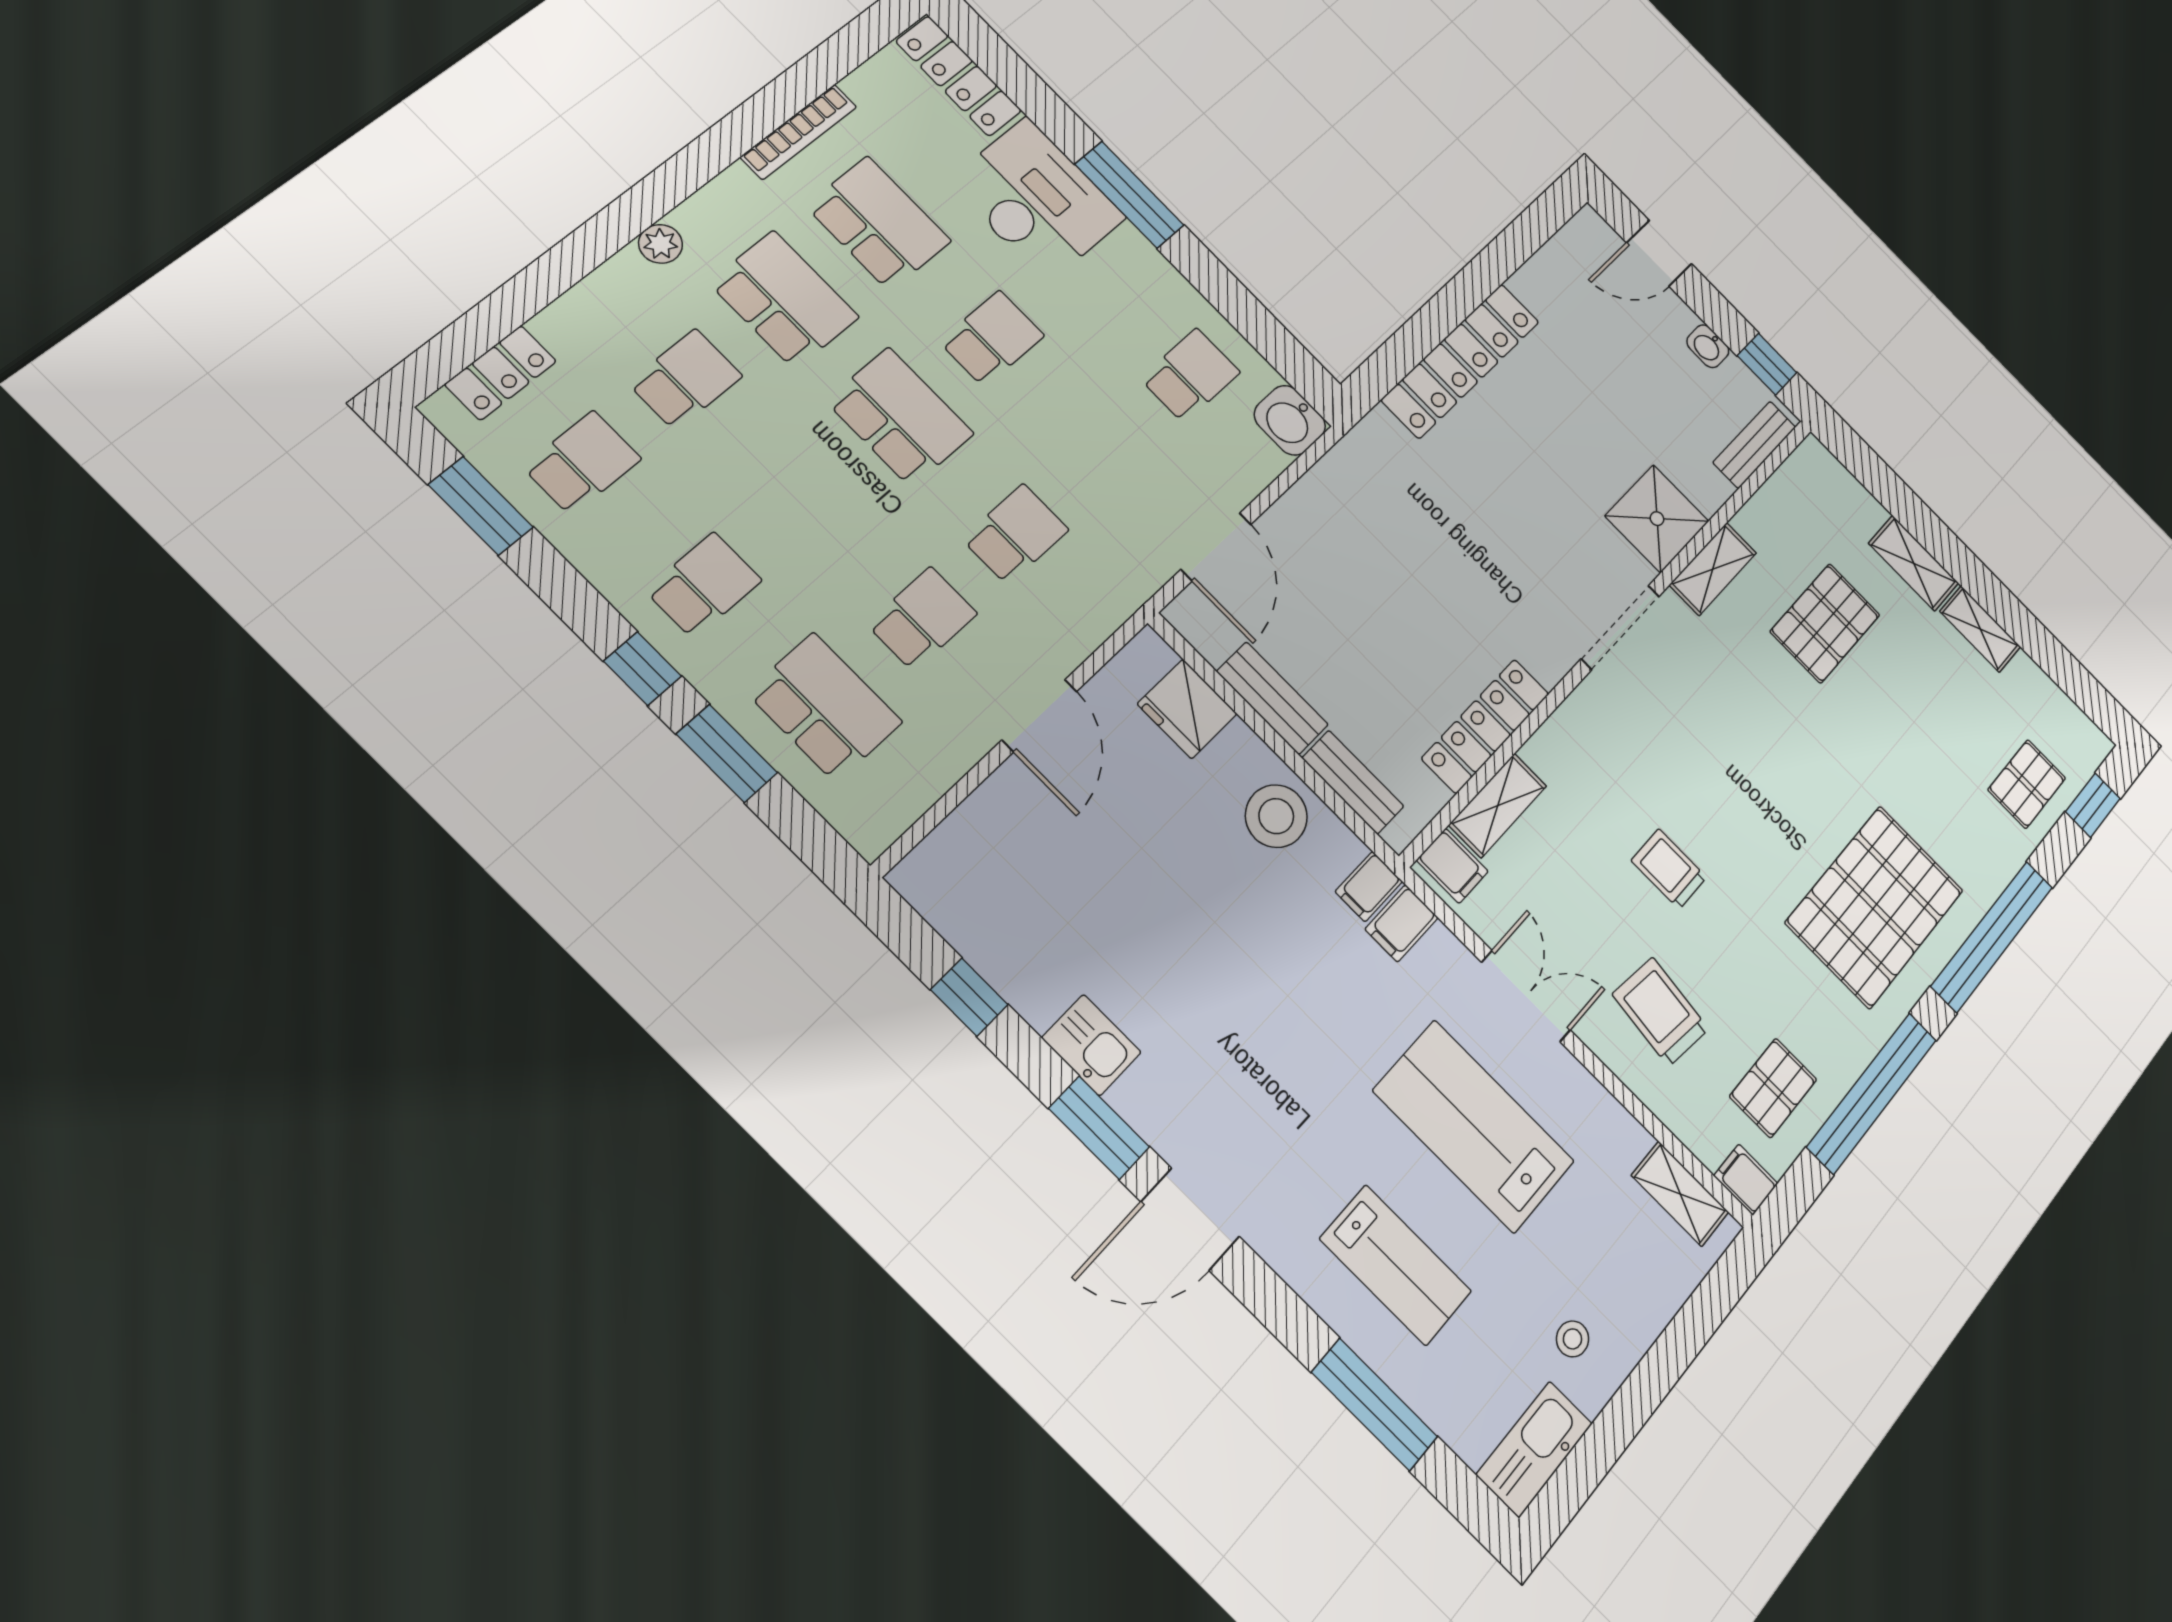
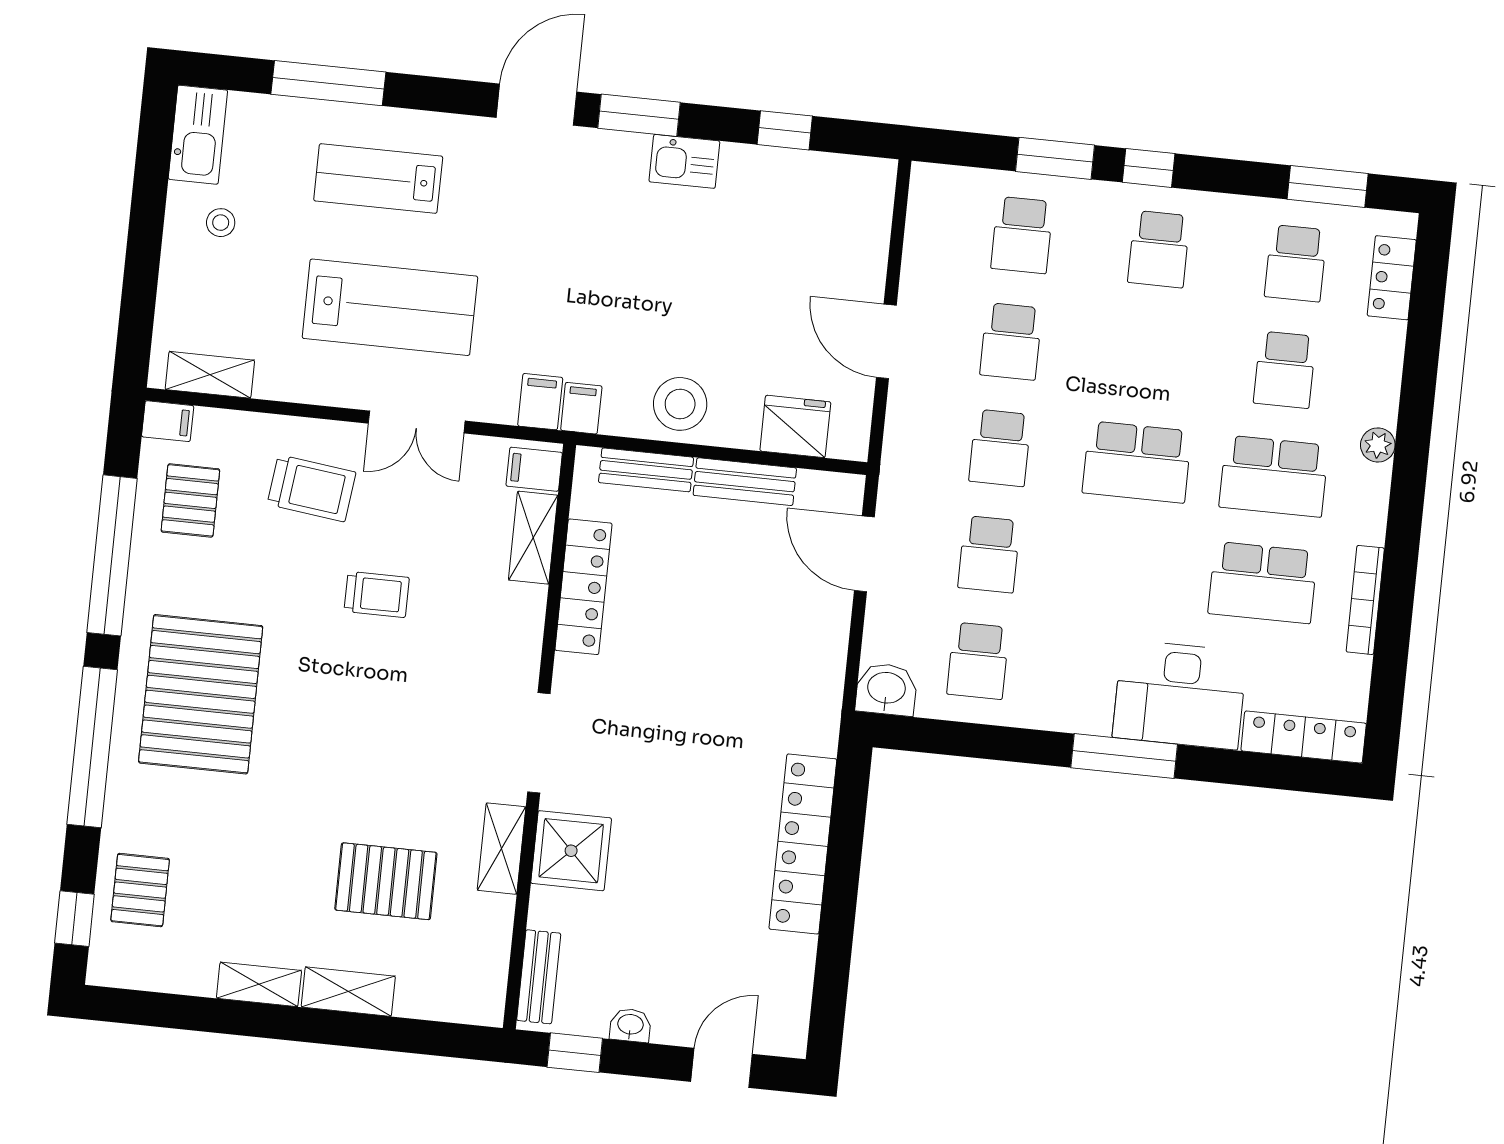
school desk: (992, 339) -> (989, 554), moved
pallet: (1825, 623) -> (386, 881), turned 90
school desk: (825, 707) -> (1022, 235), width x0.54

